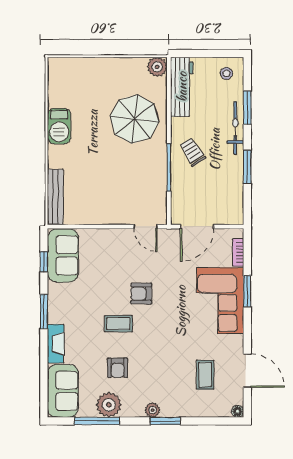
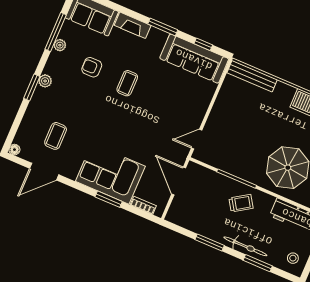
sofa: (63, 255) -> (194, 59), width x1.36
armchair: (141, 294) -> (144, 112), removed
coffee table: (205, 375) -> (56, 136), turned 90
plant: (109, 405) -> (60, 45), width x0.53, depth x0.53

